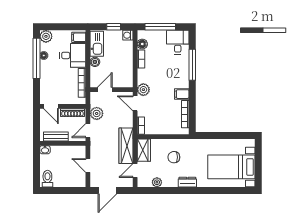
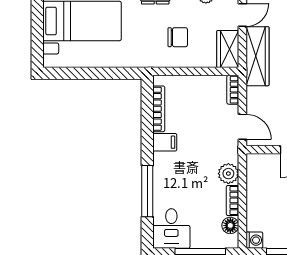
plant: (143, 90) -> (228, 174), moved

